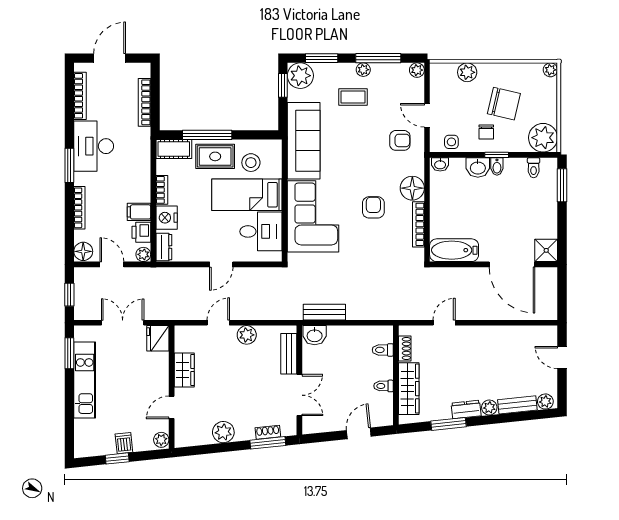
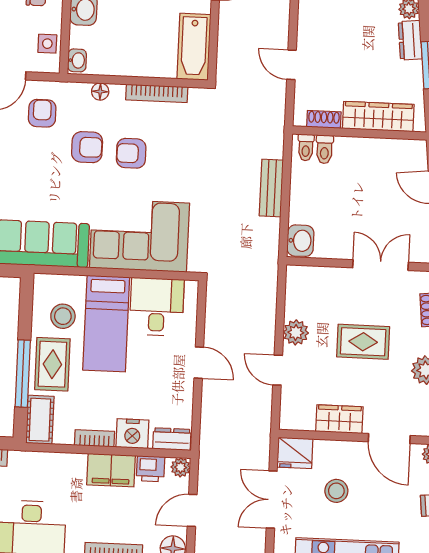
armchair: (376, 175) -> (87, 147), added
floor lamp: (412, 188) -> (100, 92), width x0.53, depth x0.53
filing cabinet: (139, 212) -> (111, 470), width x2.00
bench: (324, 312) -> (271, 188), moved
bench: (289, 354) -> (324, 277), removed
stool: (131, 370) -> (336, 491), added
rug: (242, 385) -> (363, 342), added
toilet: (384, 386) -> (306, 147), moved
door: (172, 407) -> (389, 439), width x1.38

